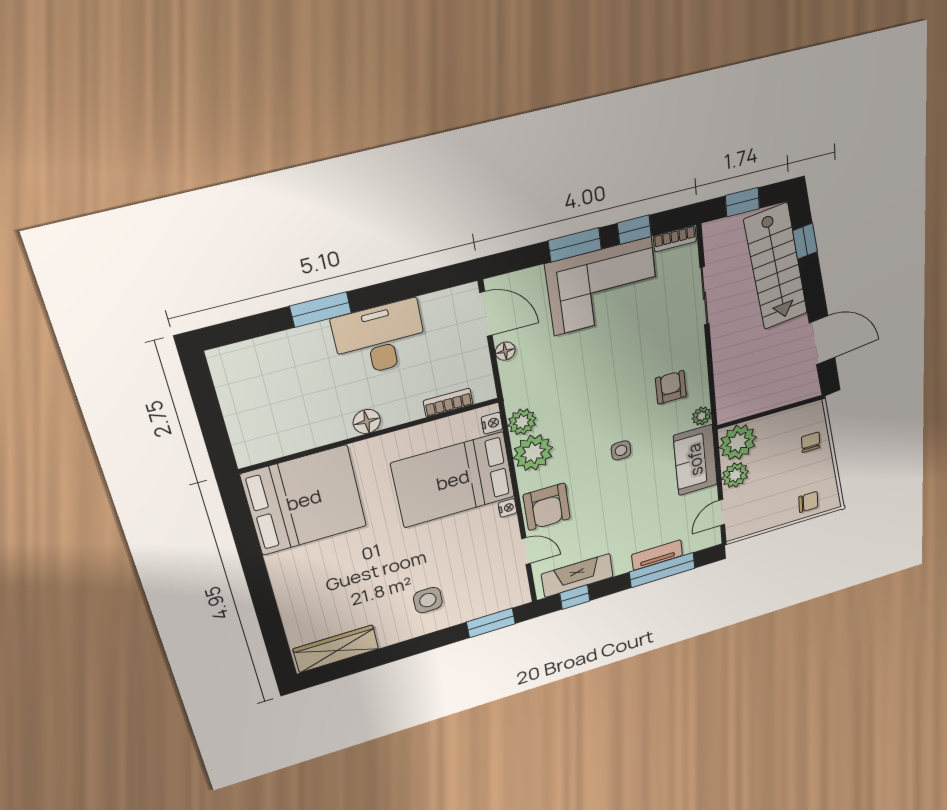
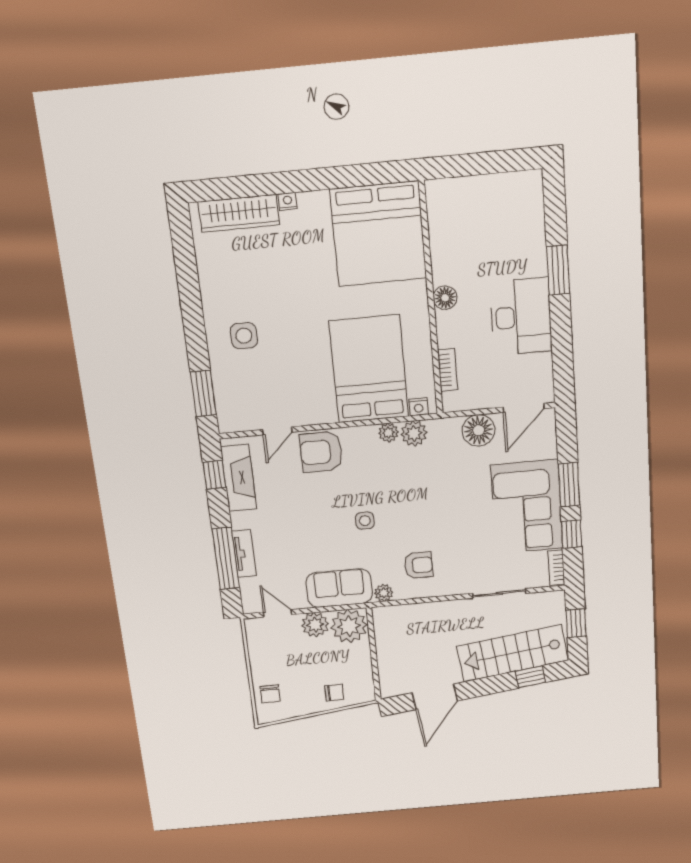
floor lamp: (505, 351) -> (479, 430), width x1.89, depth x1.89
plant: (533, 453) -> (388, 433), width x0.53, depth x0.53
nightstand: (508, 508) -> (288, 201), moved, turned 180
wardrobe: (336, 649) -> (239, 213), moved, turned 90

